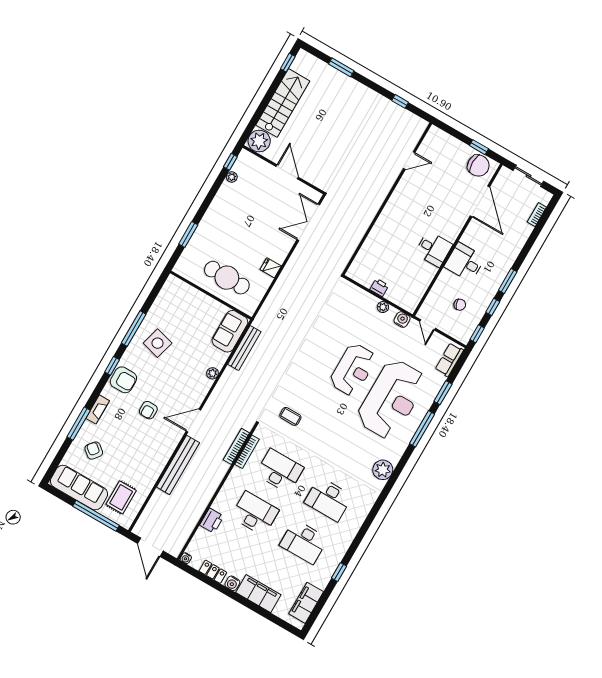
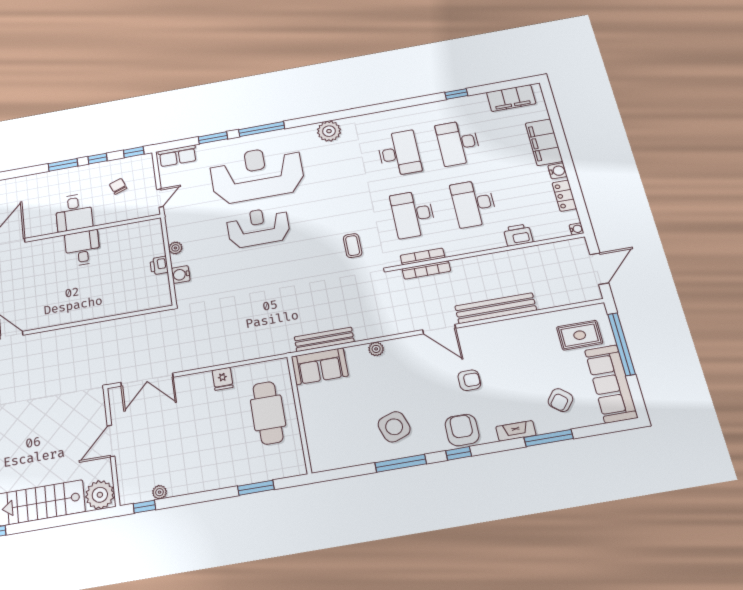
water cooler: (402, 320) -> (181, 275), moved
side table: (158, 343) -> (394, 427), turned -34
desk: (304, 542) -> (458, 143), turned 180

